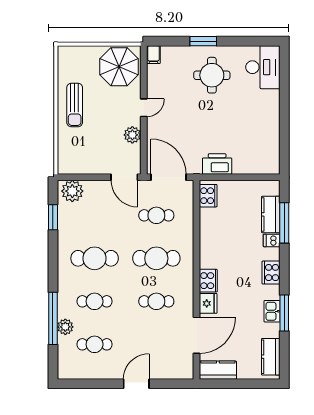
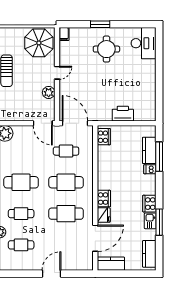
printer: (217, 164) -> (123, 114), moved
cooker: (271, 273) -> (149, 204), moved
cafe table: (156, 301) -> (66, 214), width x1.37, depth x1.35

